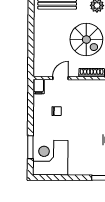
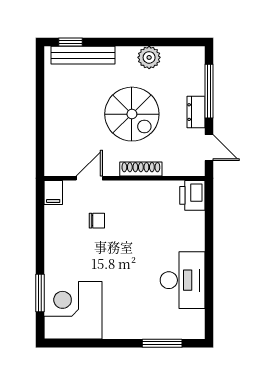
chair: (57, 111) -> (97, 221), moved

